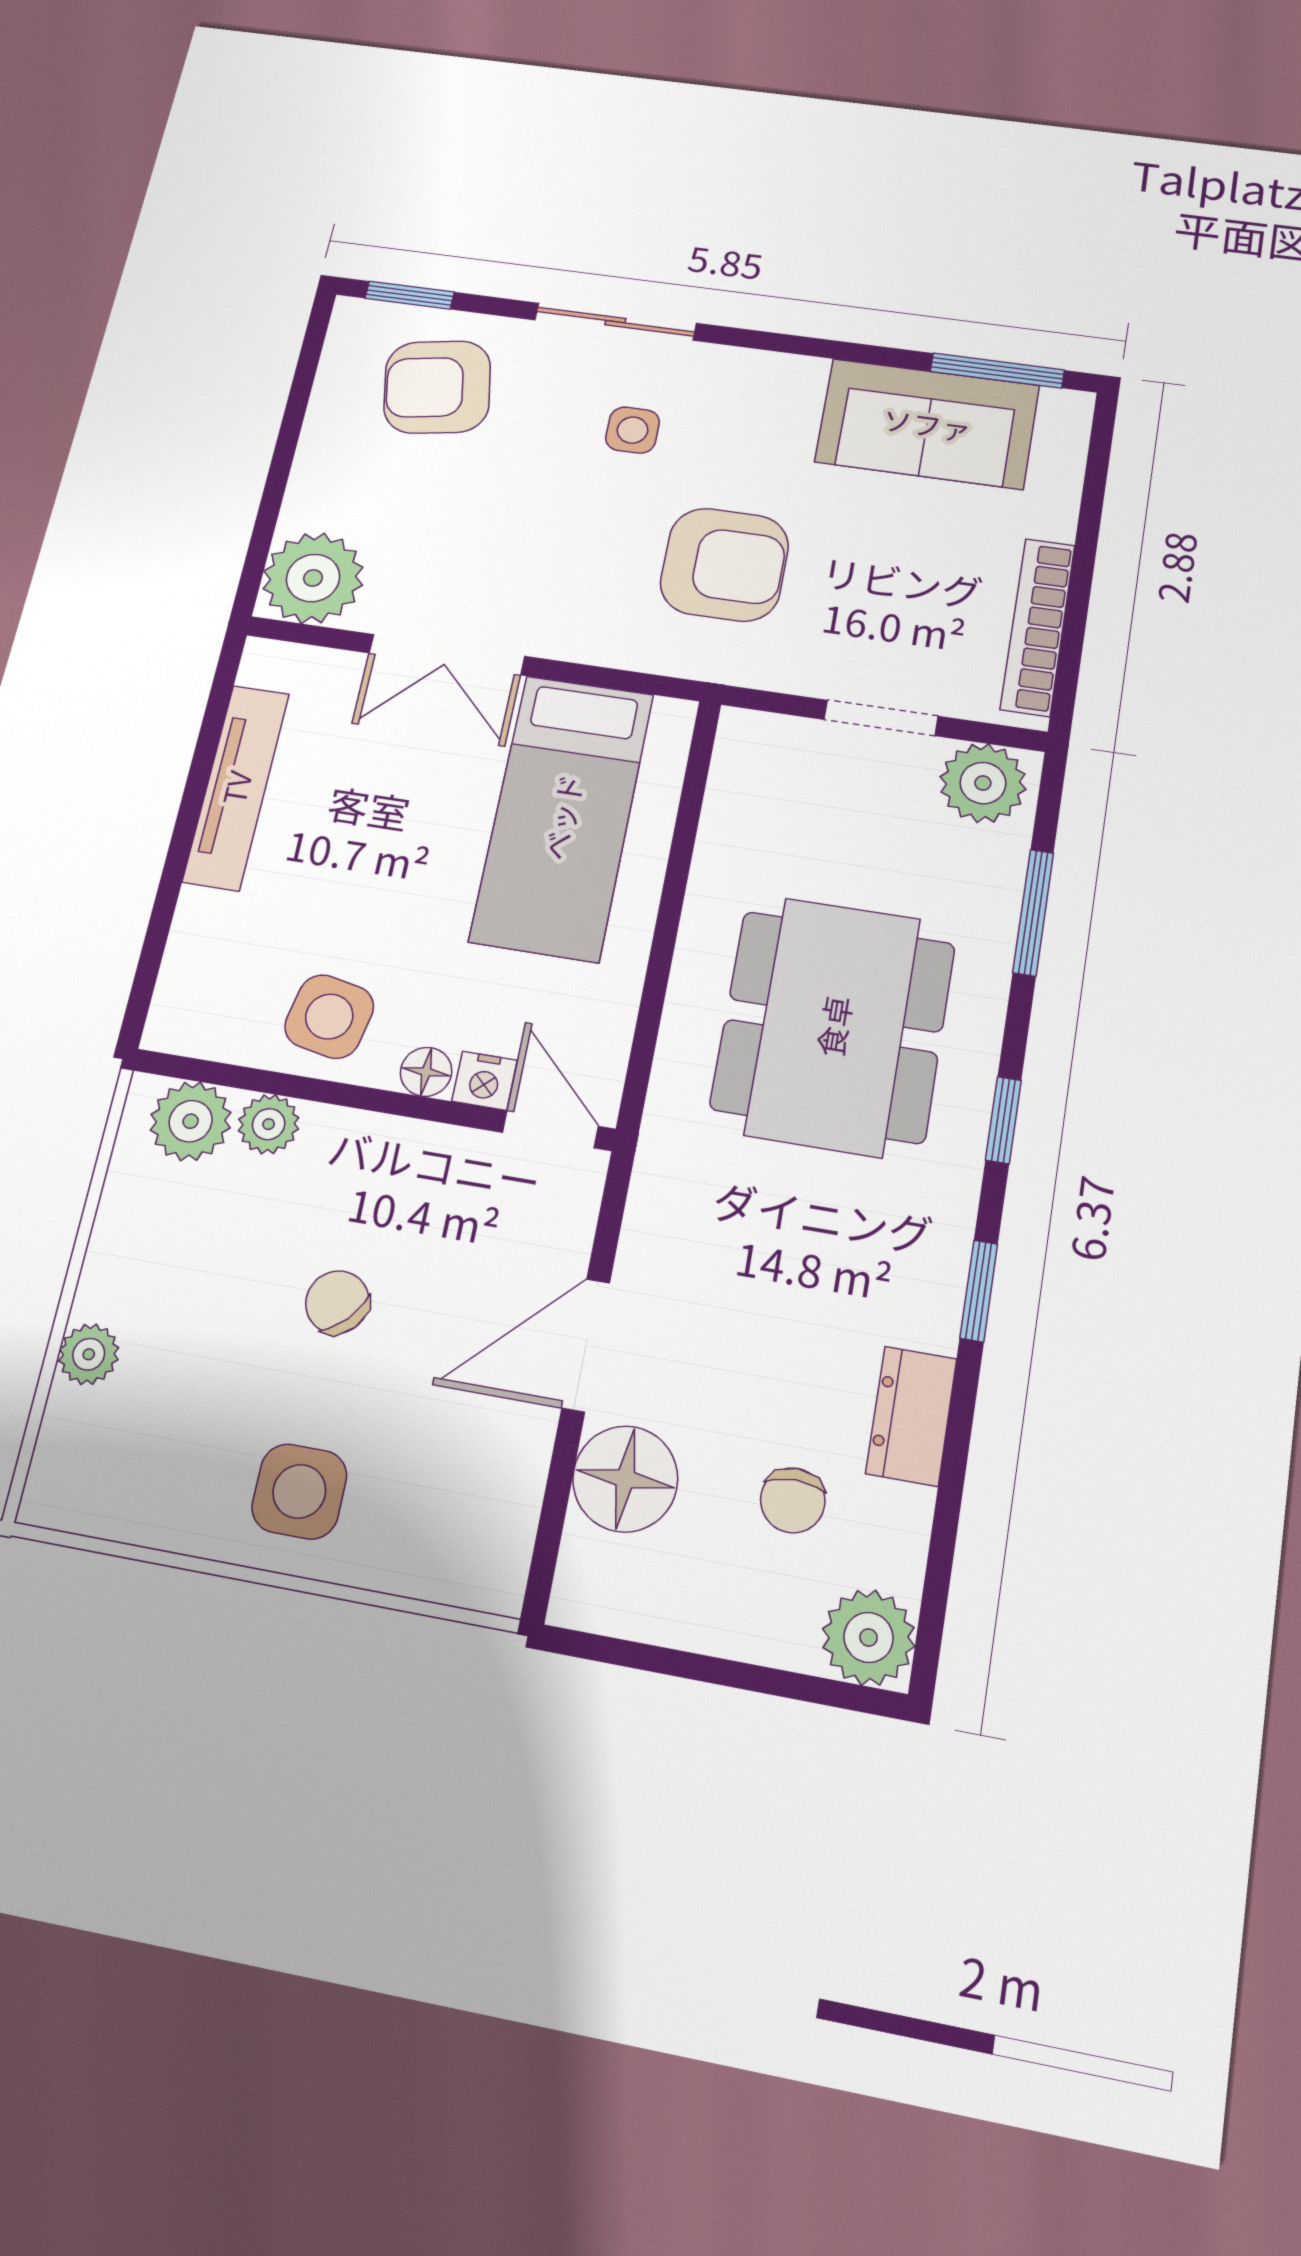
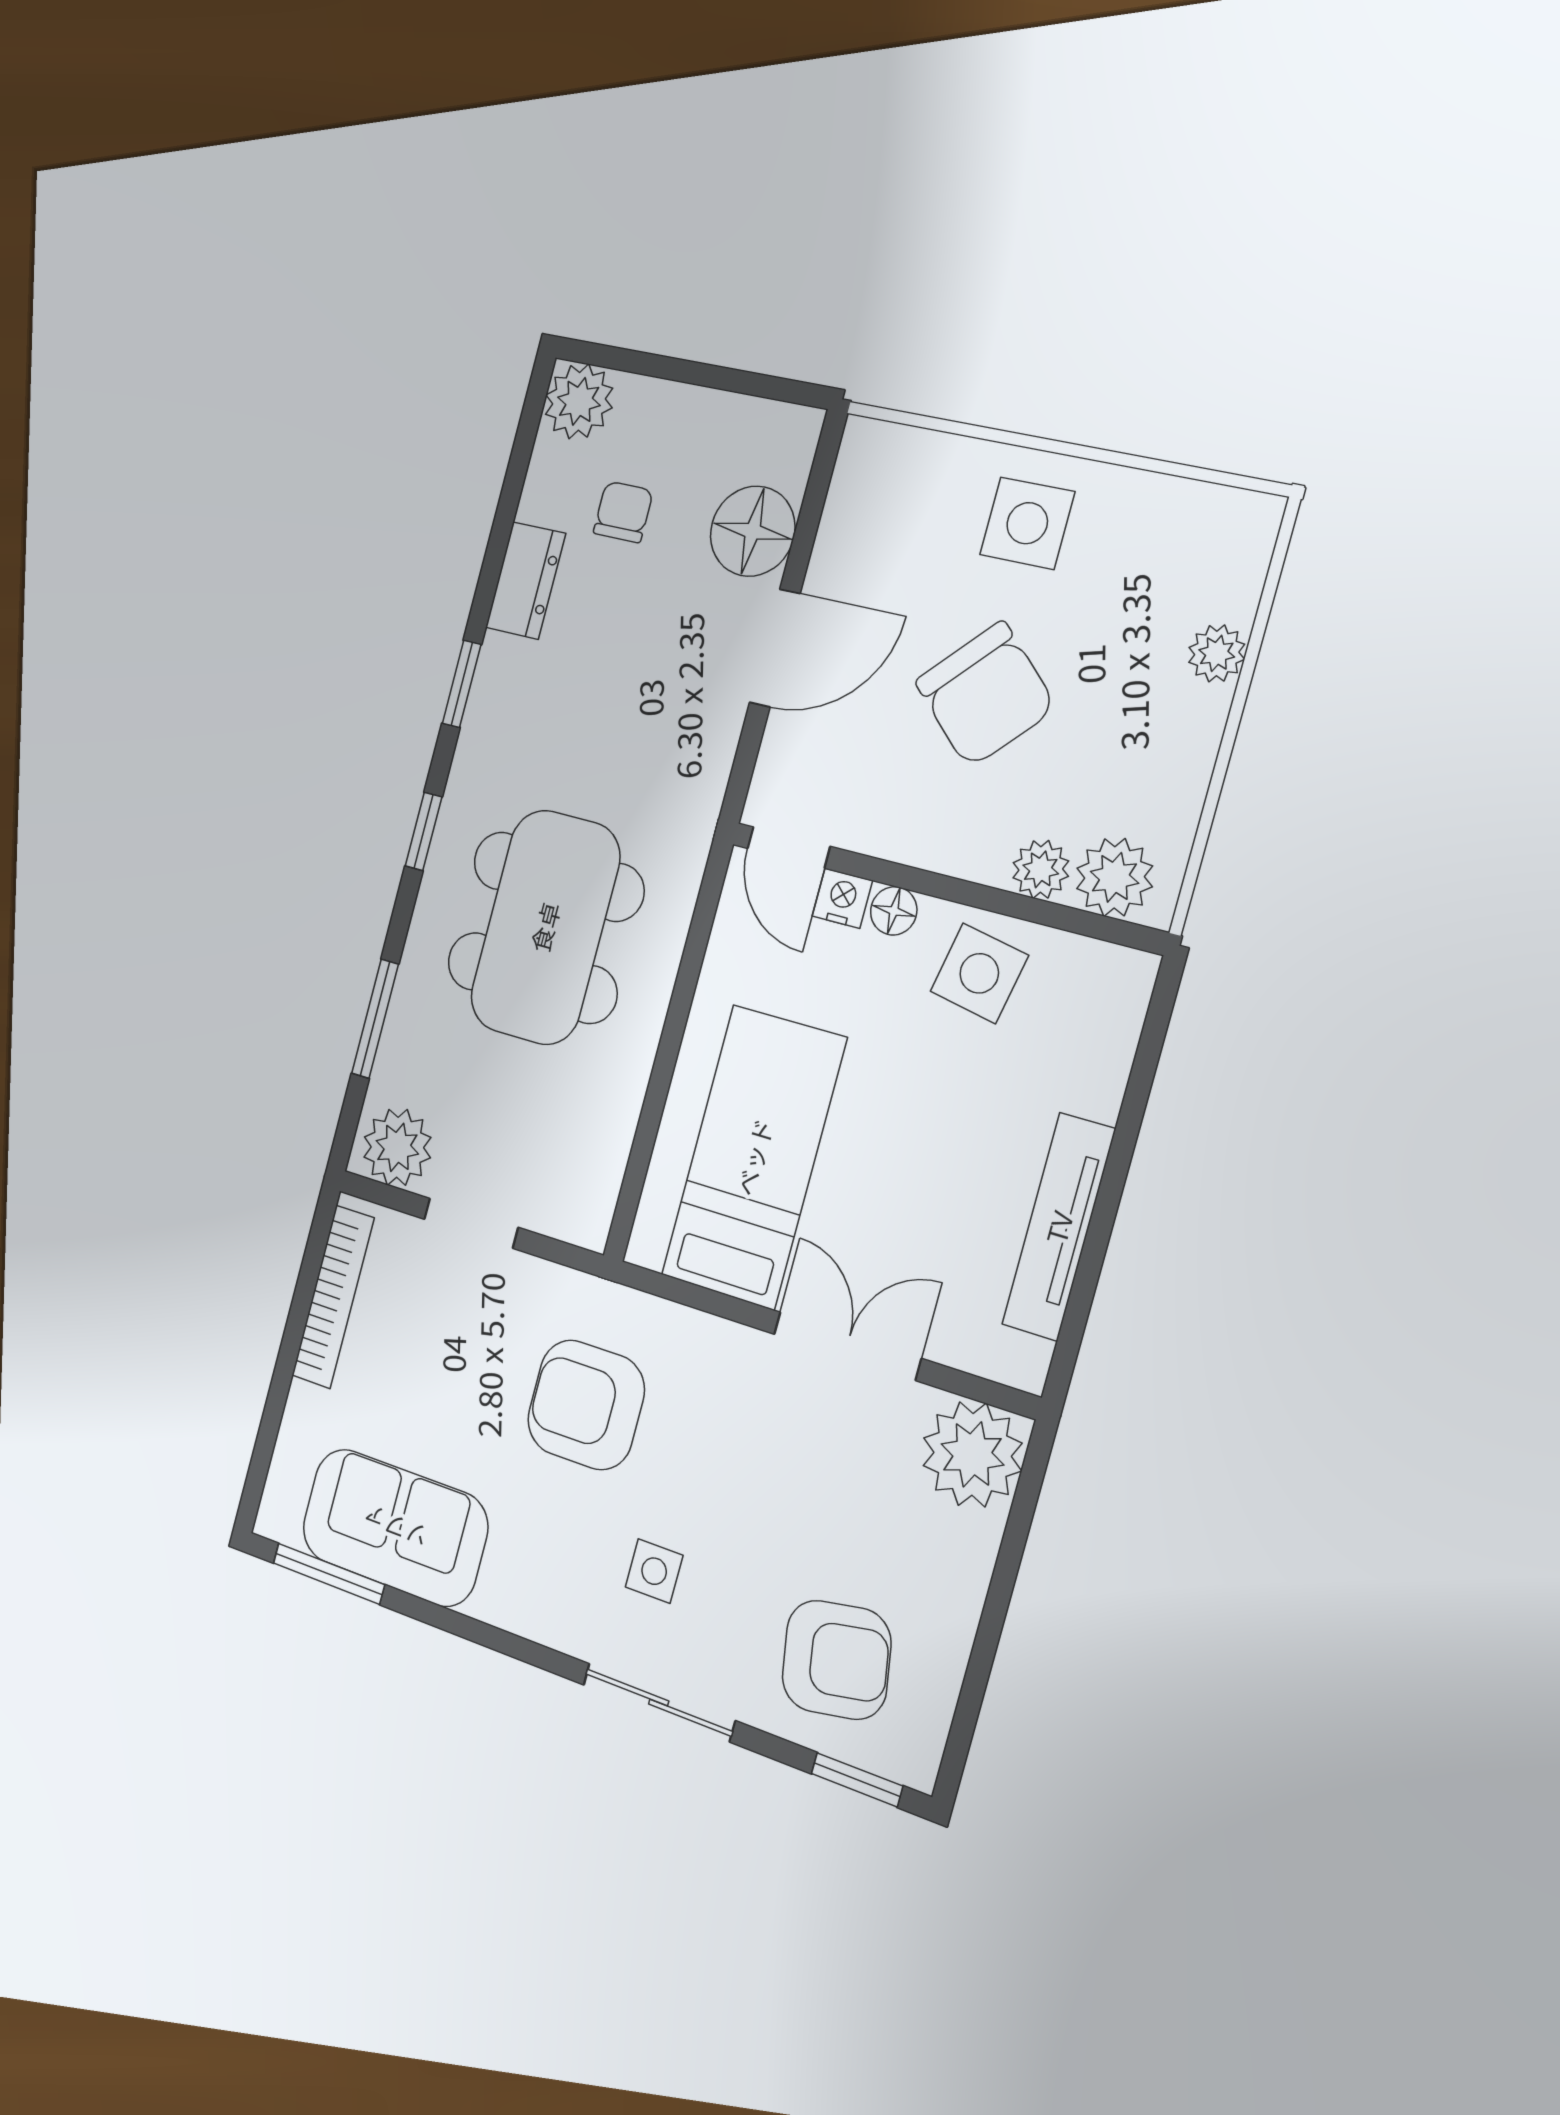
chair: (337, 1302) -> (985, 695), width x1.87, depth x1.87

